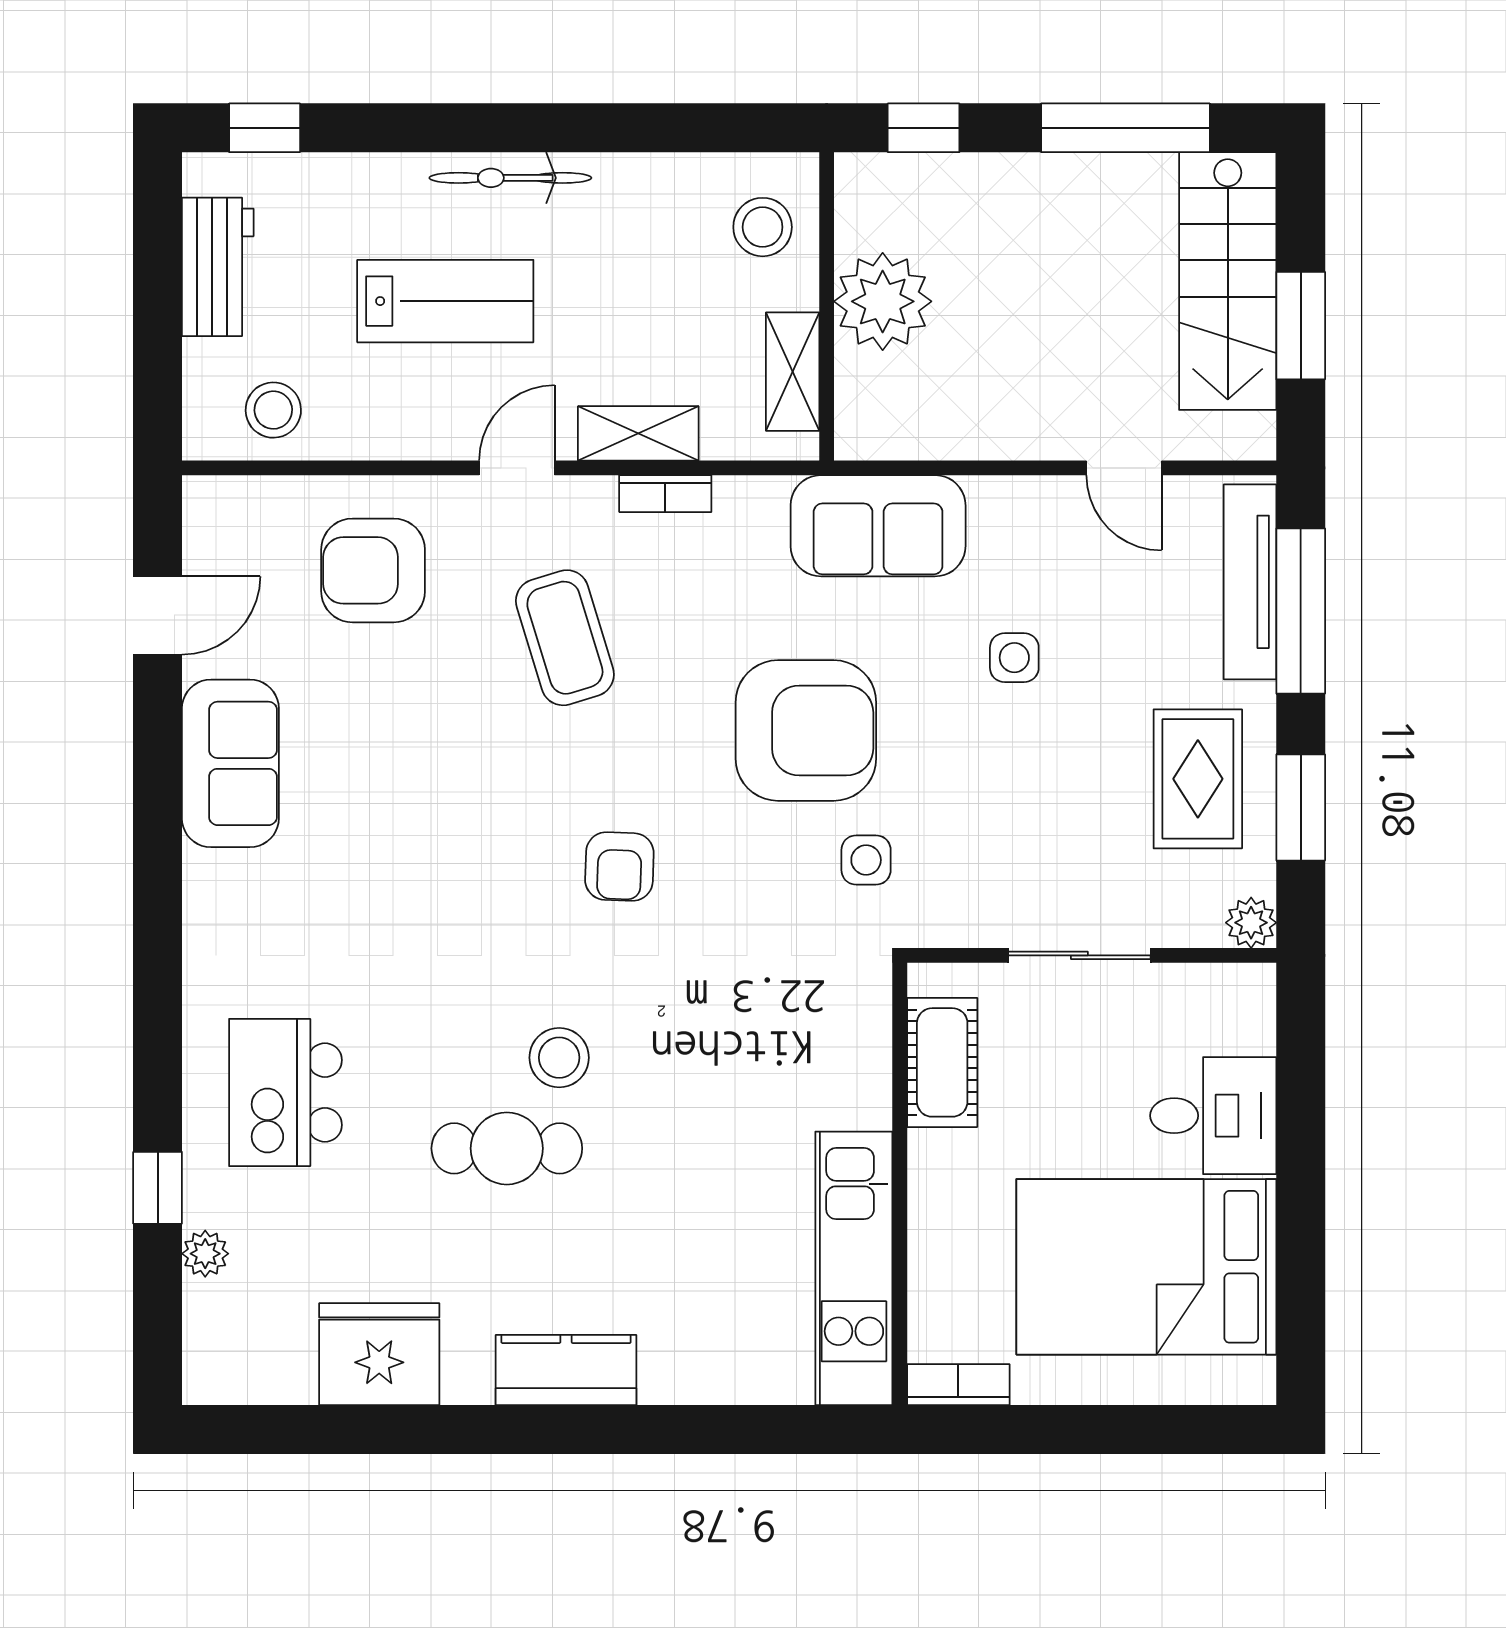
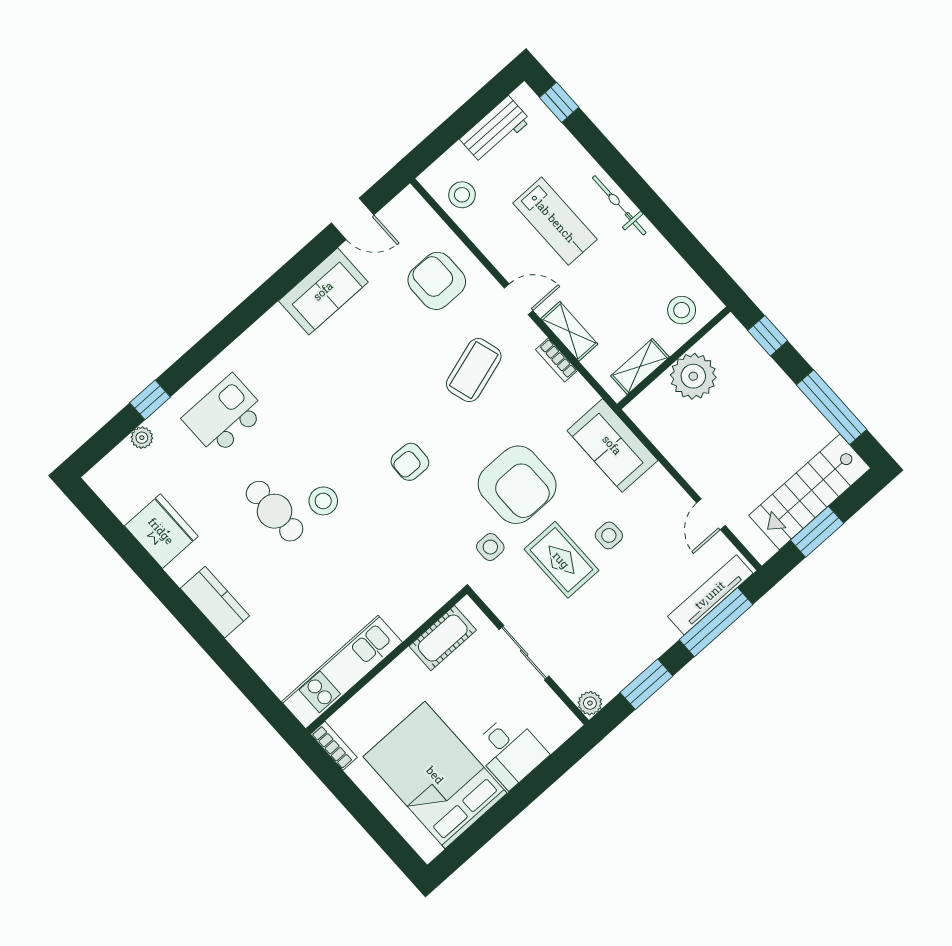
rug: (1198, 779) -> (561, 560), moved, turned 90

